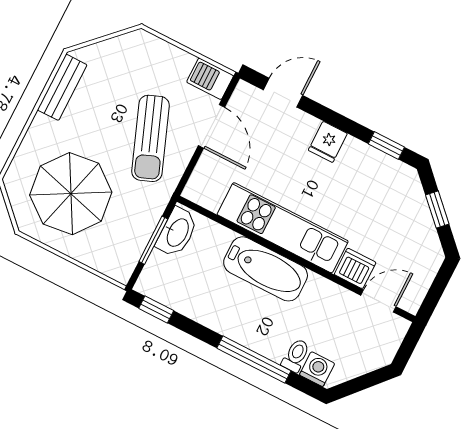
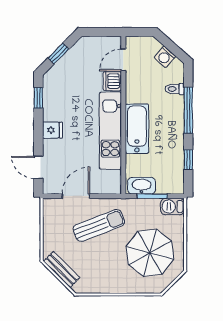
barbecue: (210, 79) -> (172, 207), moved, turned 90
bench: (62, 87) -> (62, 269), moved, turned 45
door: (378, 301) -> (123, 60), hinge flipped
window: (156, 309) -> (188, 160), moved
washing machine: (317, 369) -> (165, 57), moved, turned -48

